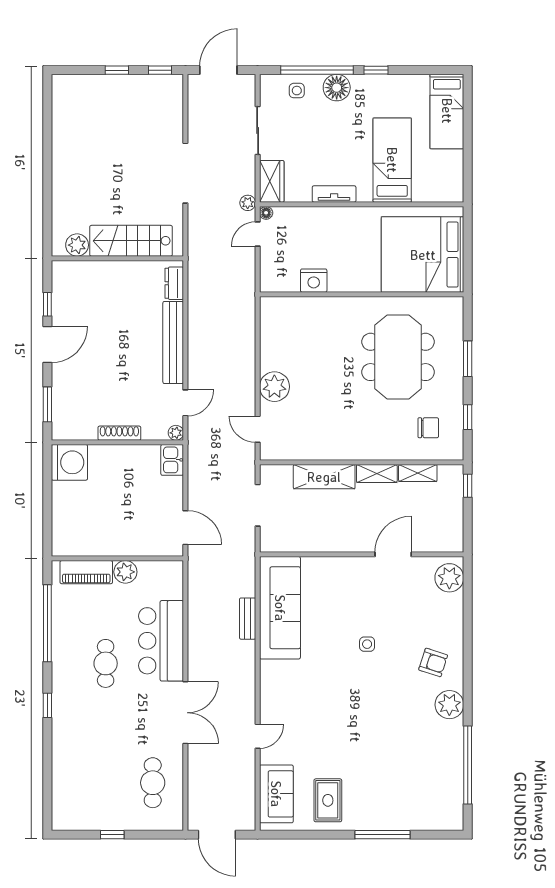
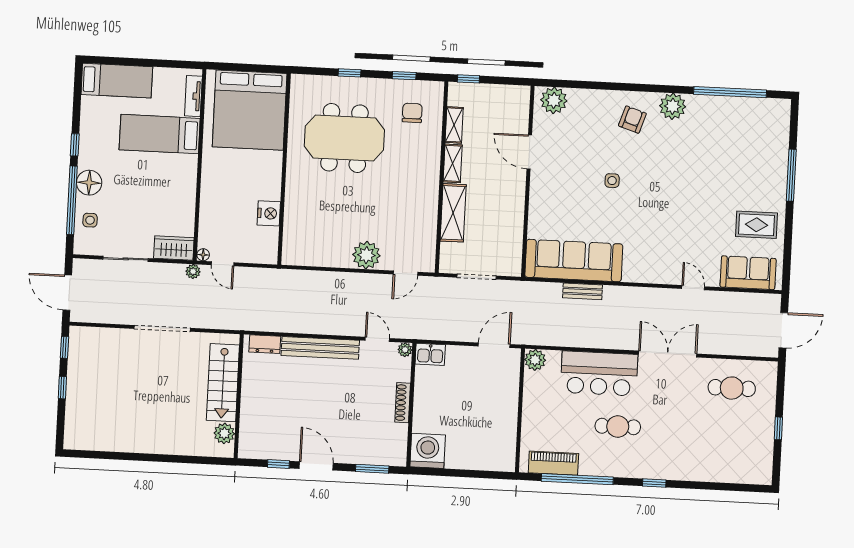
tv unit: (334, 194) -> (193, 96), moved
window: (468, 359) -> (349, 73), width x0.67
piano: (86, 572) -> (553, 463), moved, turned -90
plant: (125, 572) -> (535, 360), moved

